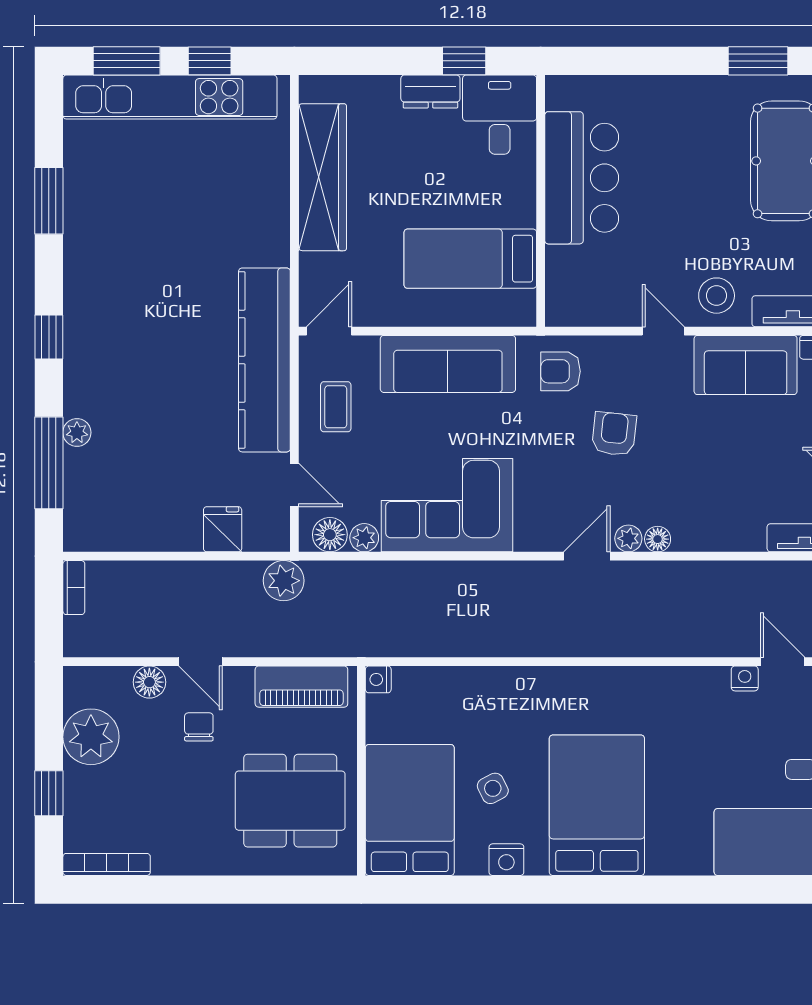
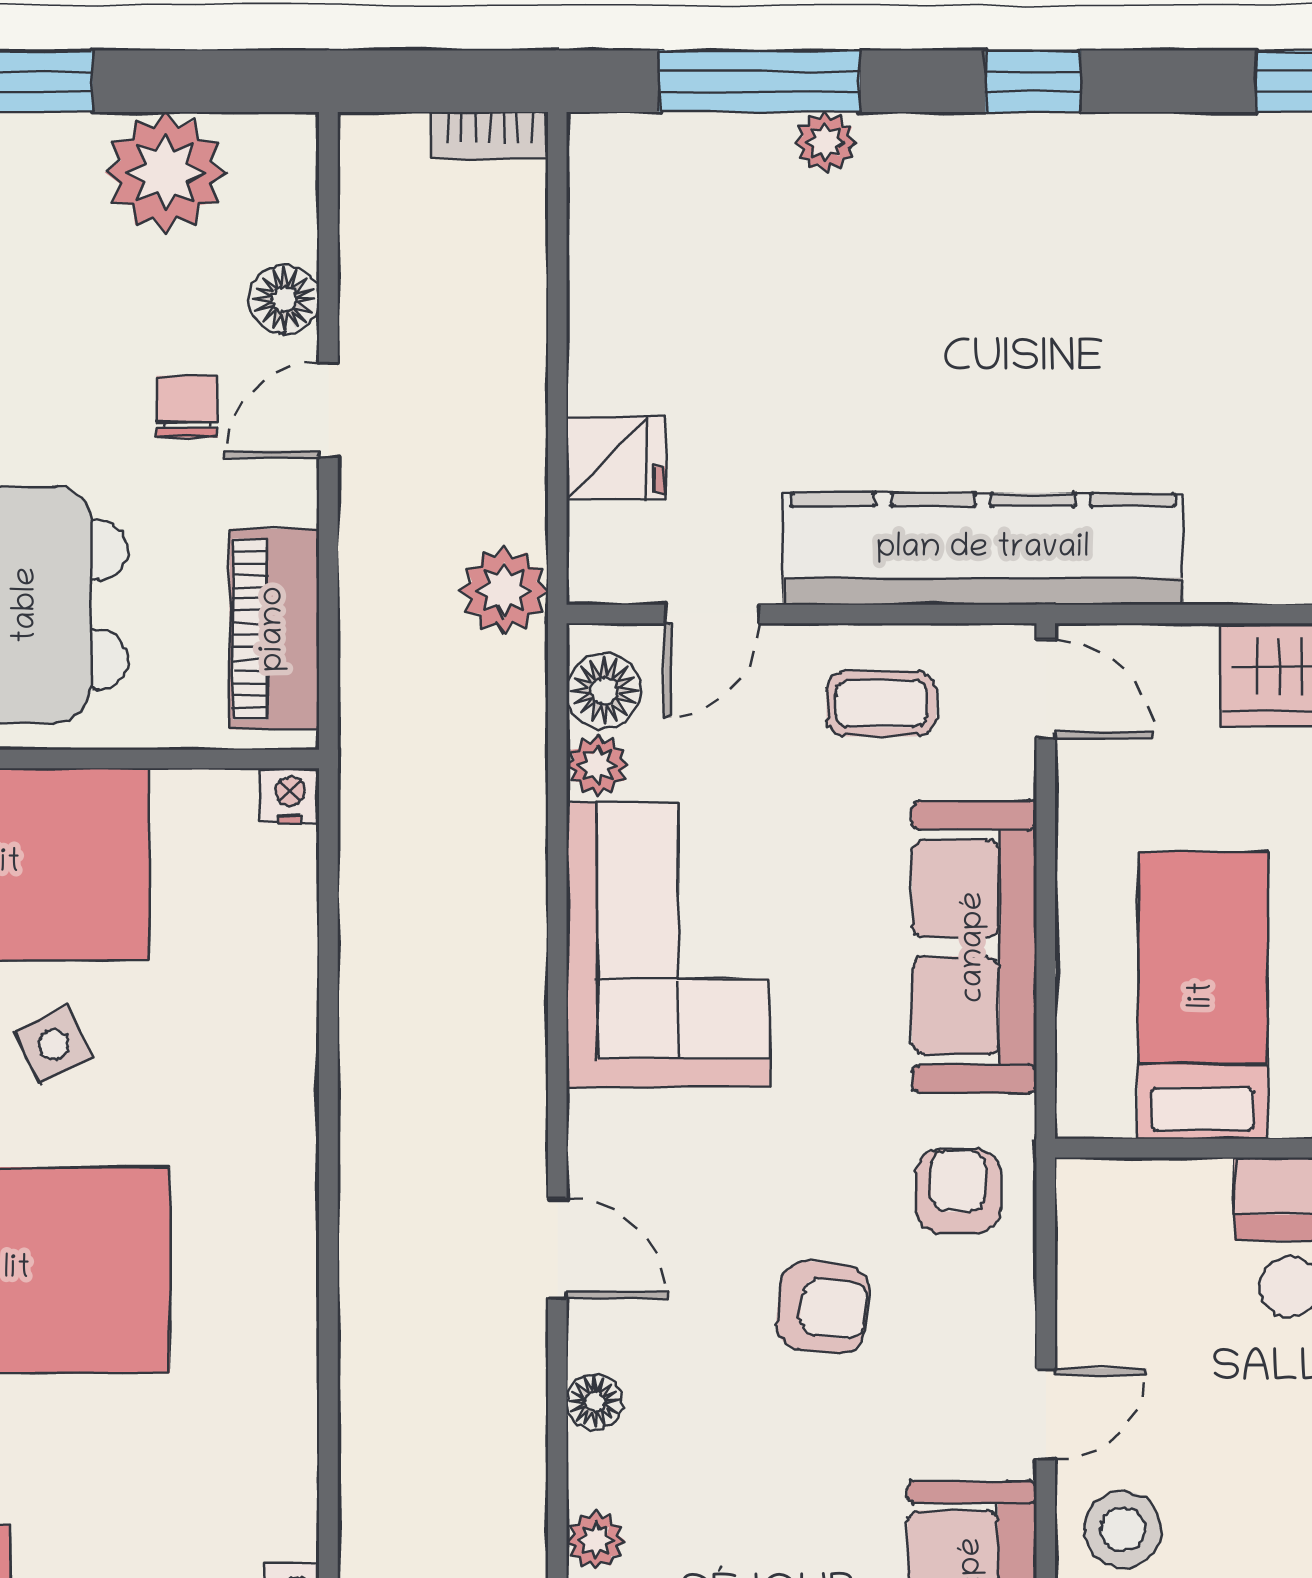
plant: (628, 538) -> (596, 1540), moved
chair: (199, 727) -> (187, 407), turned -90

